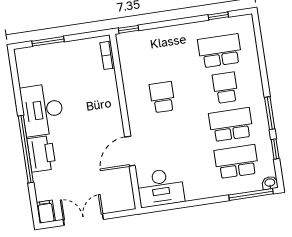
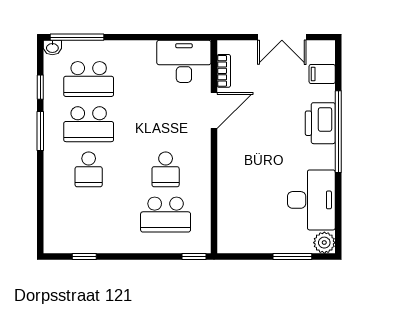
school desk: (220, 51) -> (166, 215), moved
bookcase: (107, 55) -> (224, 71), moved
plant: (24, 57) -> (324, 243), added
desk: (42, 110) -> (311, 200), moved
filing cabinet: (46, 212) -> (322, 74), moved, turned 90

